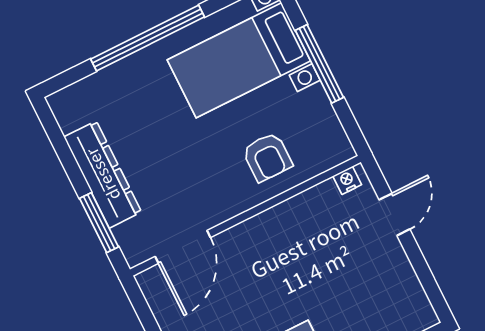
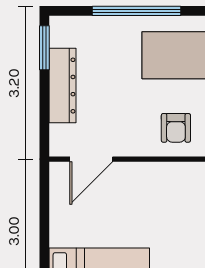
window: (99, 223) -> (44, 48), moved

